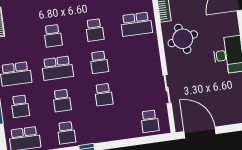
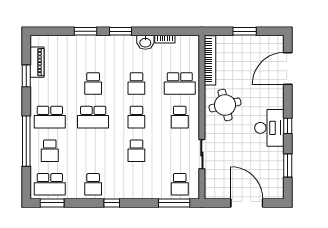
school desk: (62, 100) -> (180, 117), moved
door: (200, 133) -> (247, 203), moved
window: (147, 140) -> (174, 203), added

